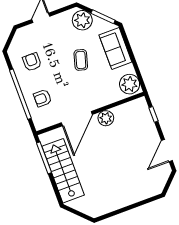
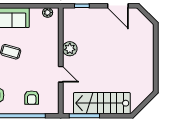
plant: (130, 84) -> (48, 13), width x0.53, depth x0.53
door: (77, 119) -> (61, 74), width x0.53

